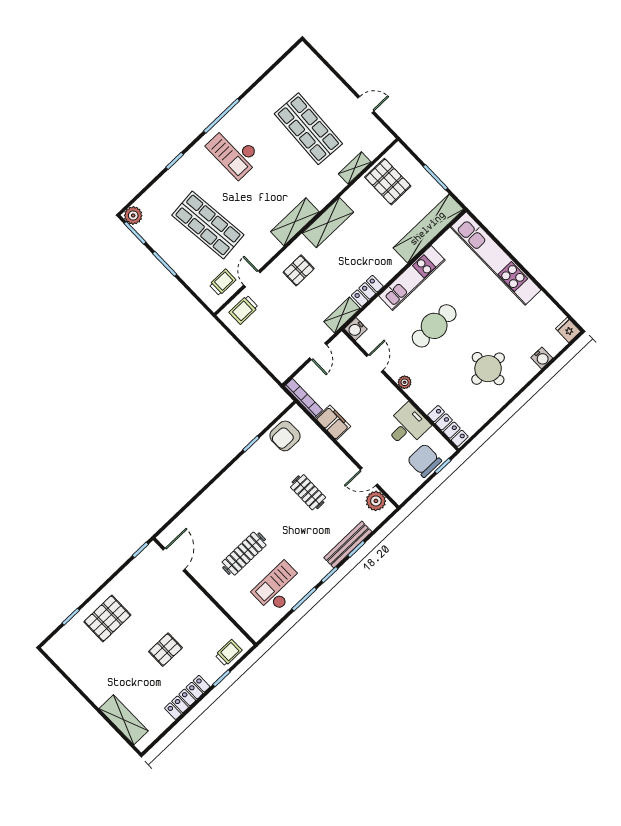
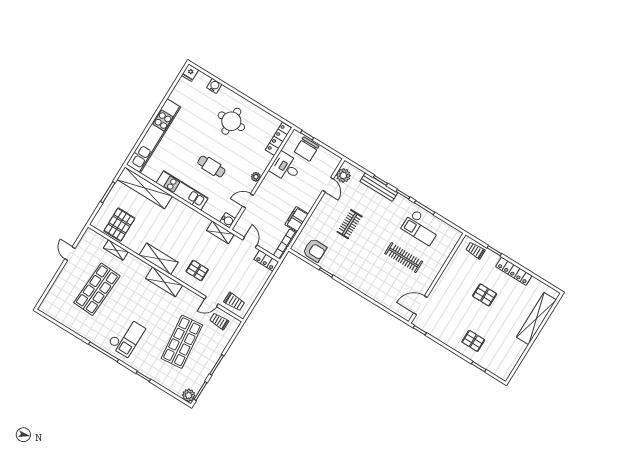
locker: (367, 291) -> (266, 261), moved
cafe table: (434, 326) -> (211, 166), width x0.73, depth x0.74
door: (318, 351) -> (250, 242), hinge flipped
pallet: (107, 618) -> (473, 341), width x0.67, depth x0.71
shelving: (124, 720) -> (536, 319), width x1.47

